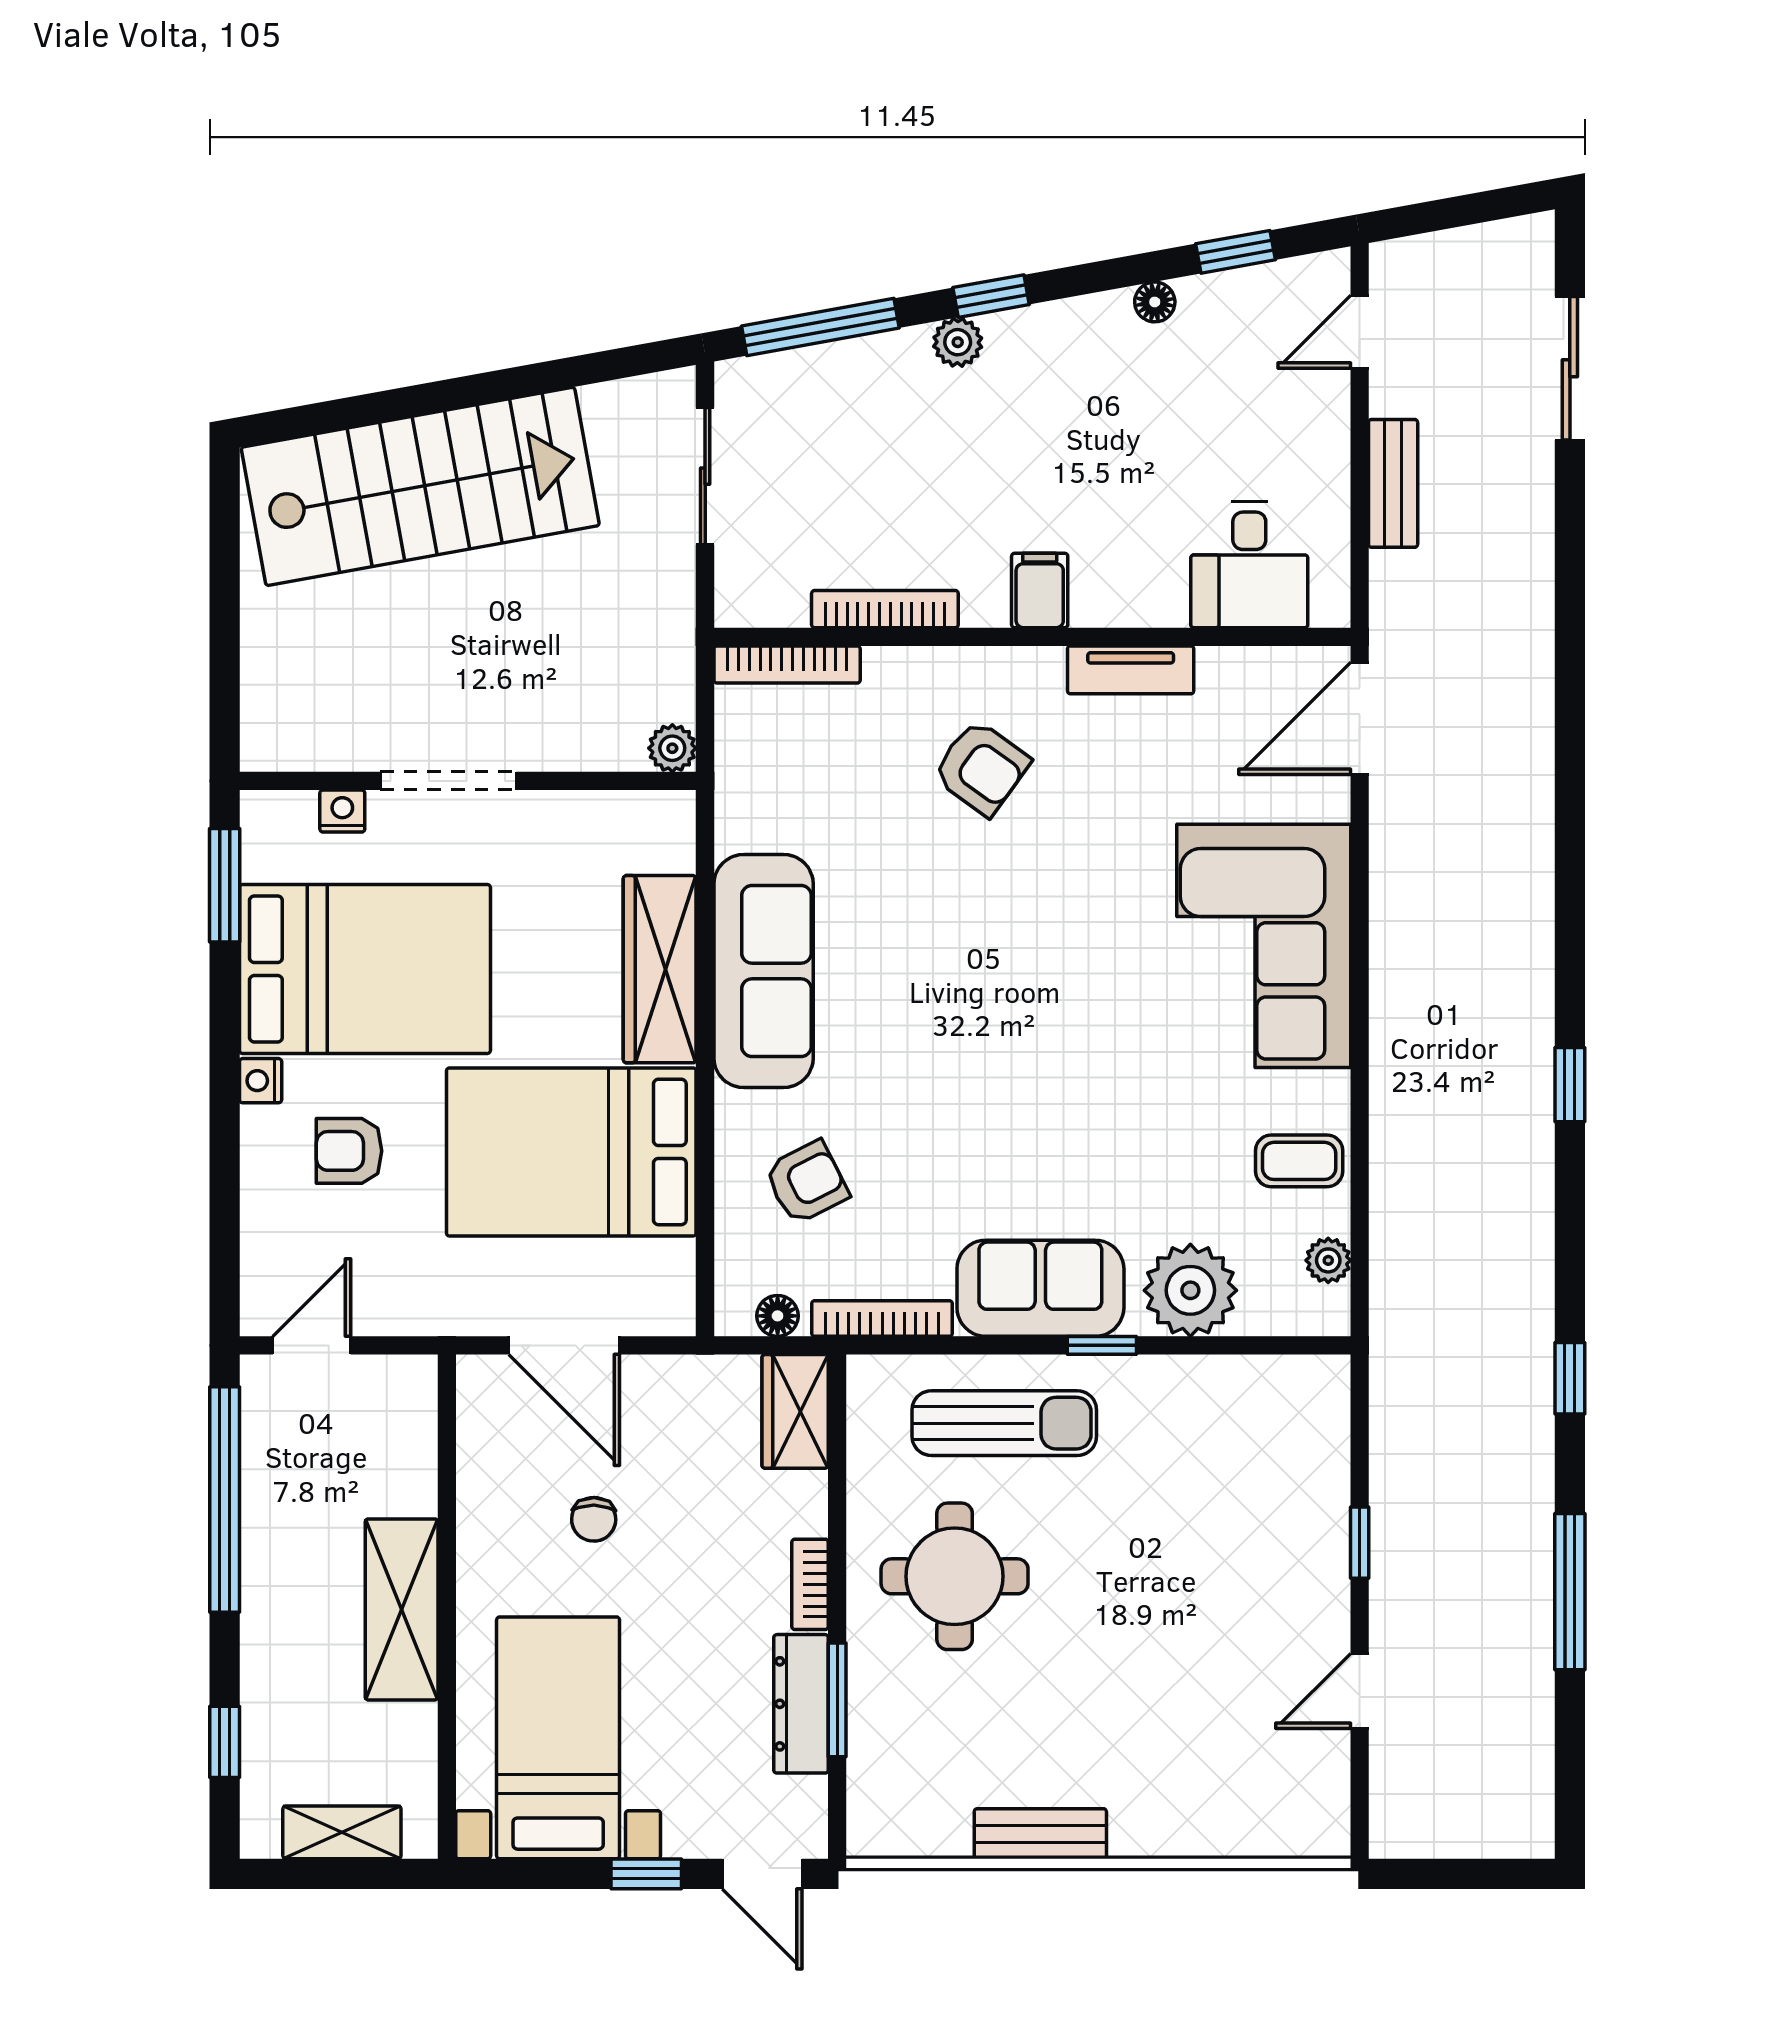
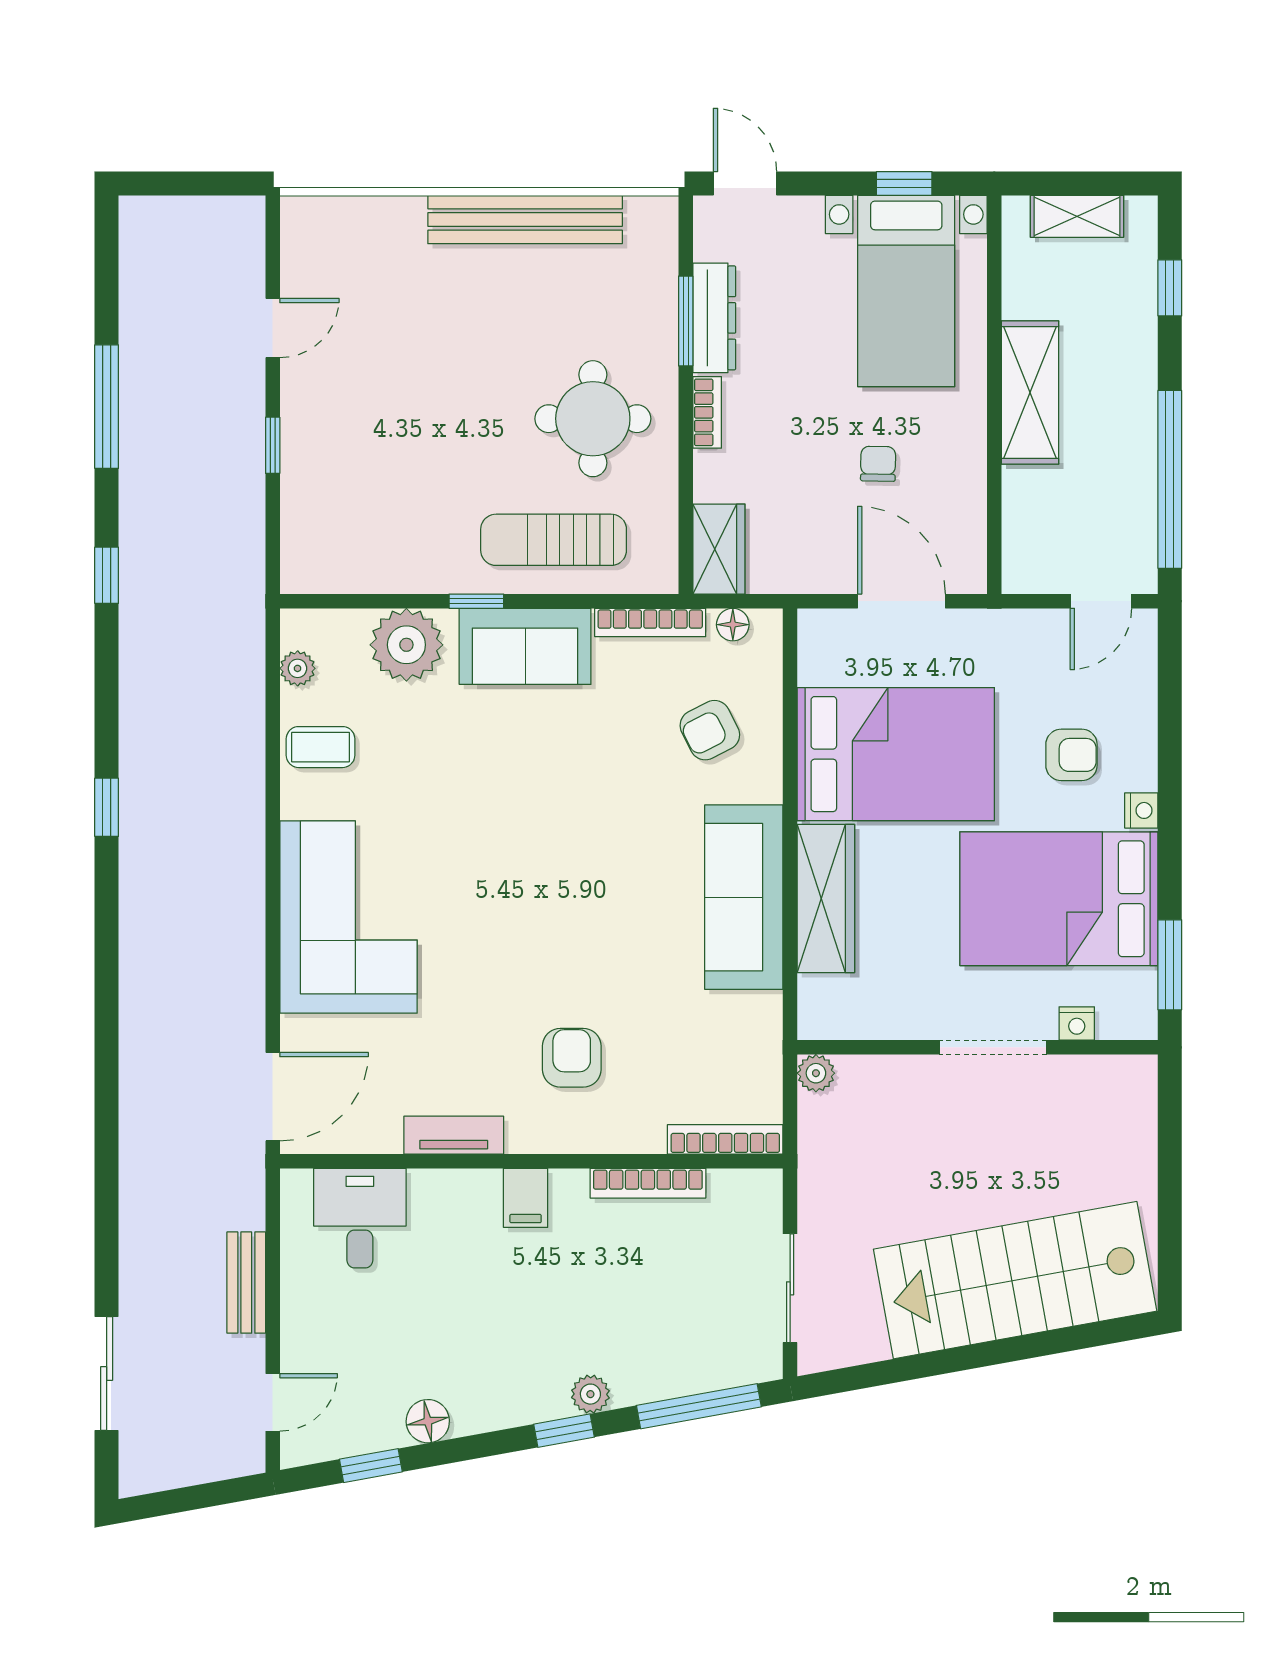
floor lamp: (1155, 302) -> (428, 1421), width x1.37, depth x1.37
armchair: (981, 768) -> (572, 1058), turned 54
bench: (1040, 1834) -> (525, 220), width x1.86, depth x1.21
window: (646, 1874) -> (904, 183), moved

